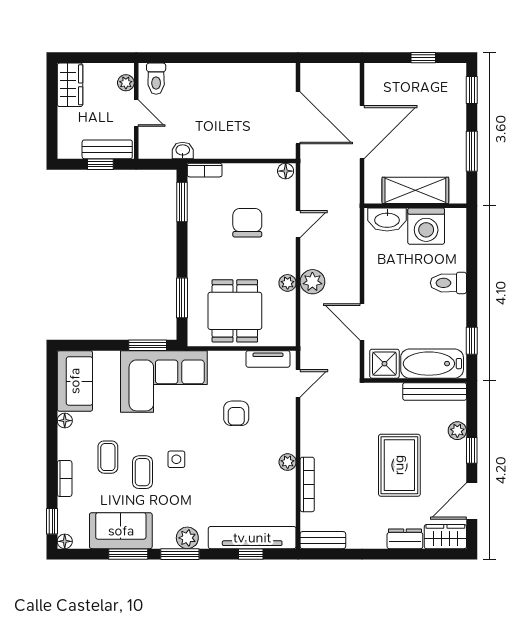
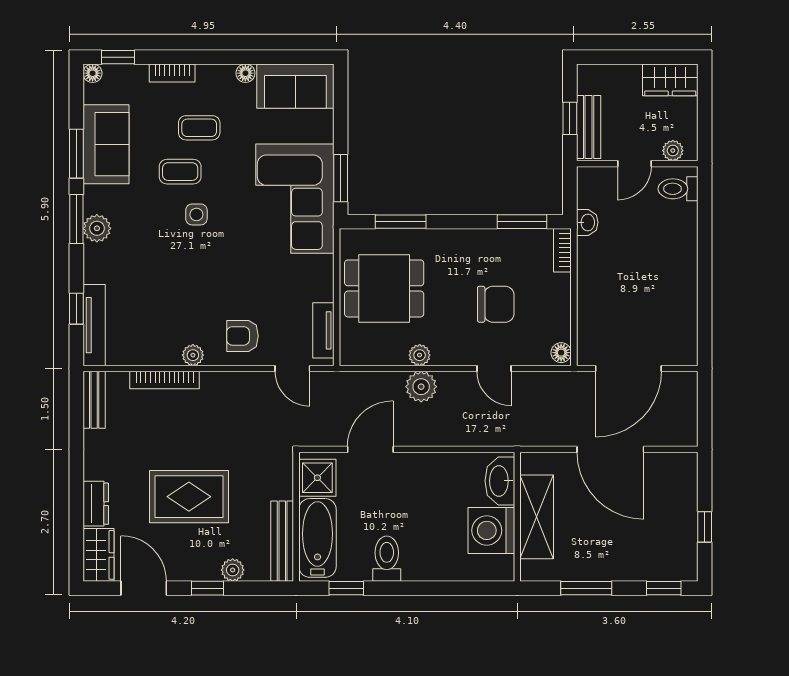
toilet: (448, 283) -> (387, 559), moved
armchair: (236, 413) -> (242, 336), moved
tv unit: (252, 538) -> (94, 325), width x0.73, depth x0.78

